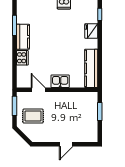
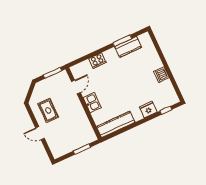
kitchen counter: (23, 37) -> (128, 47), moved
rug: (33, 116) -> (48, 110), moved

